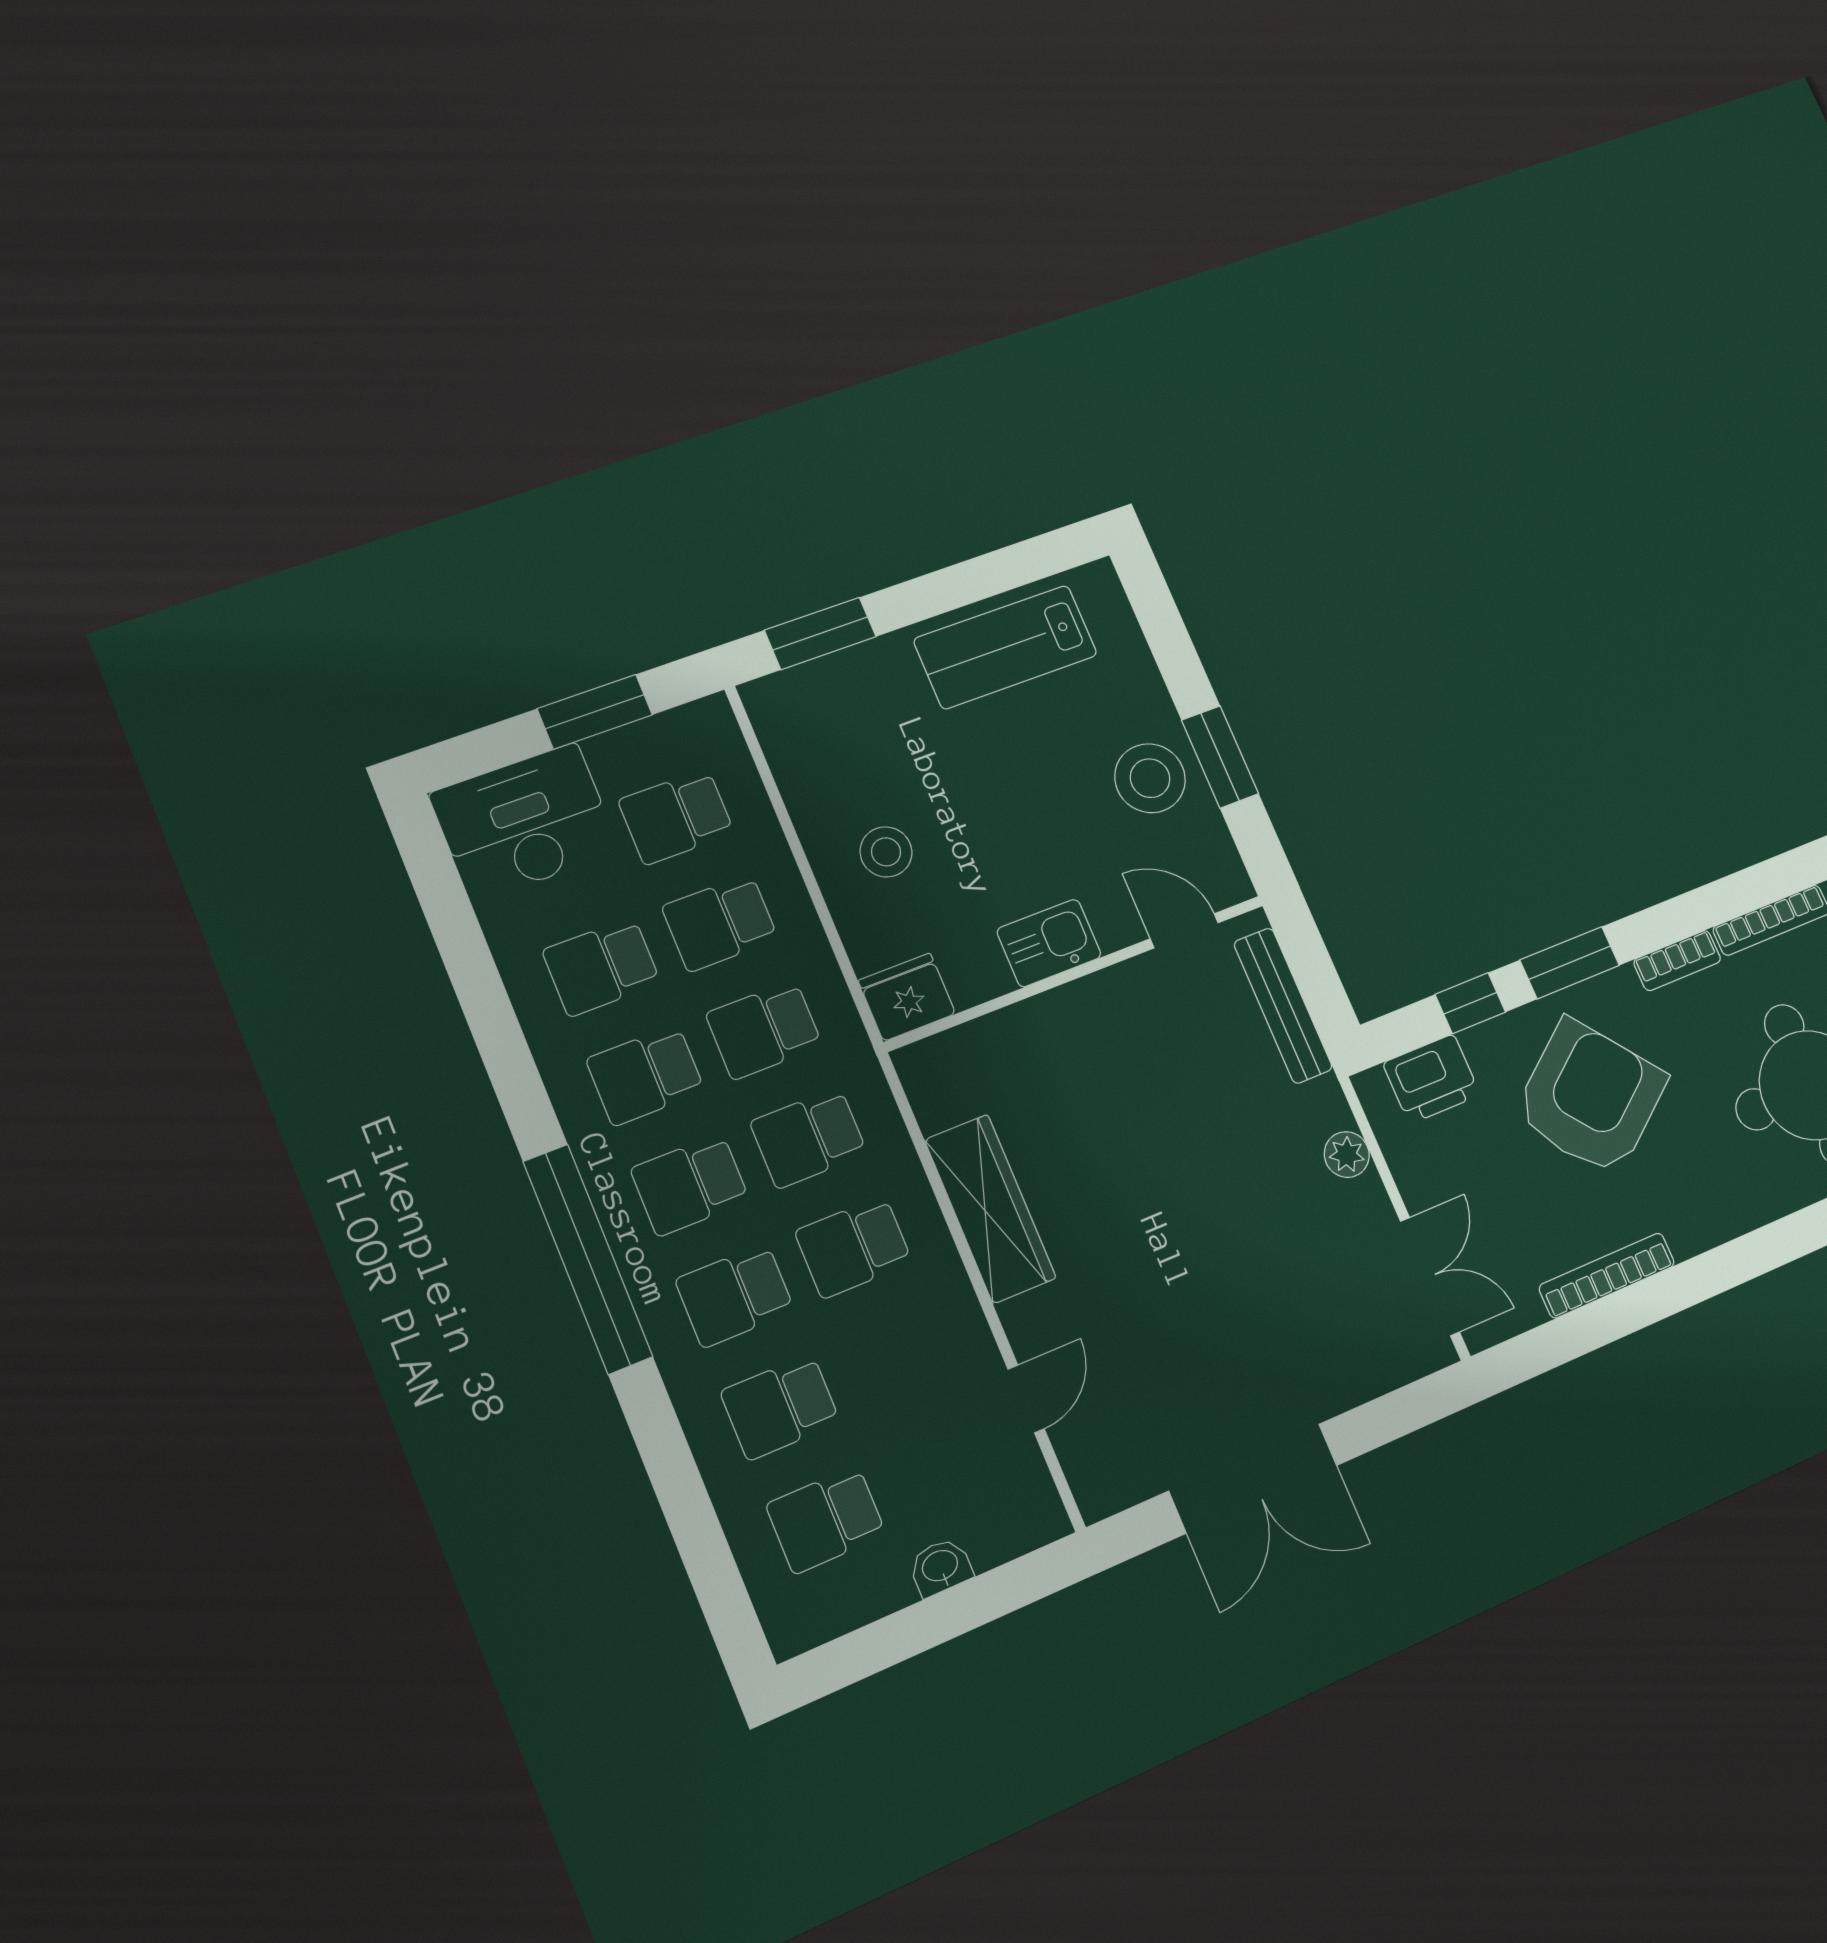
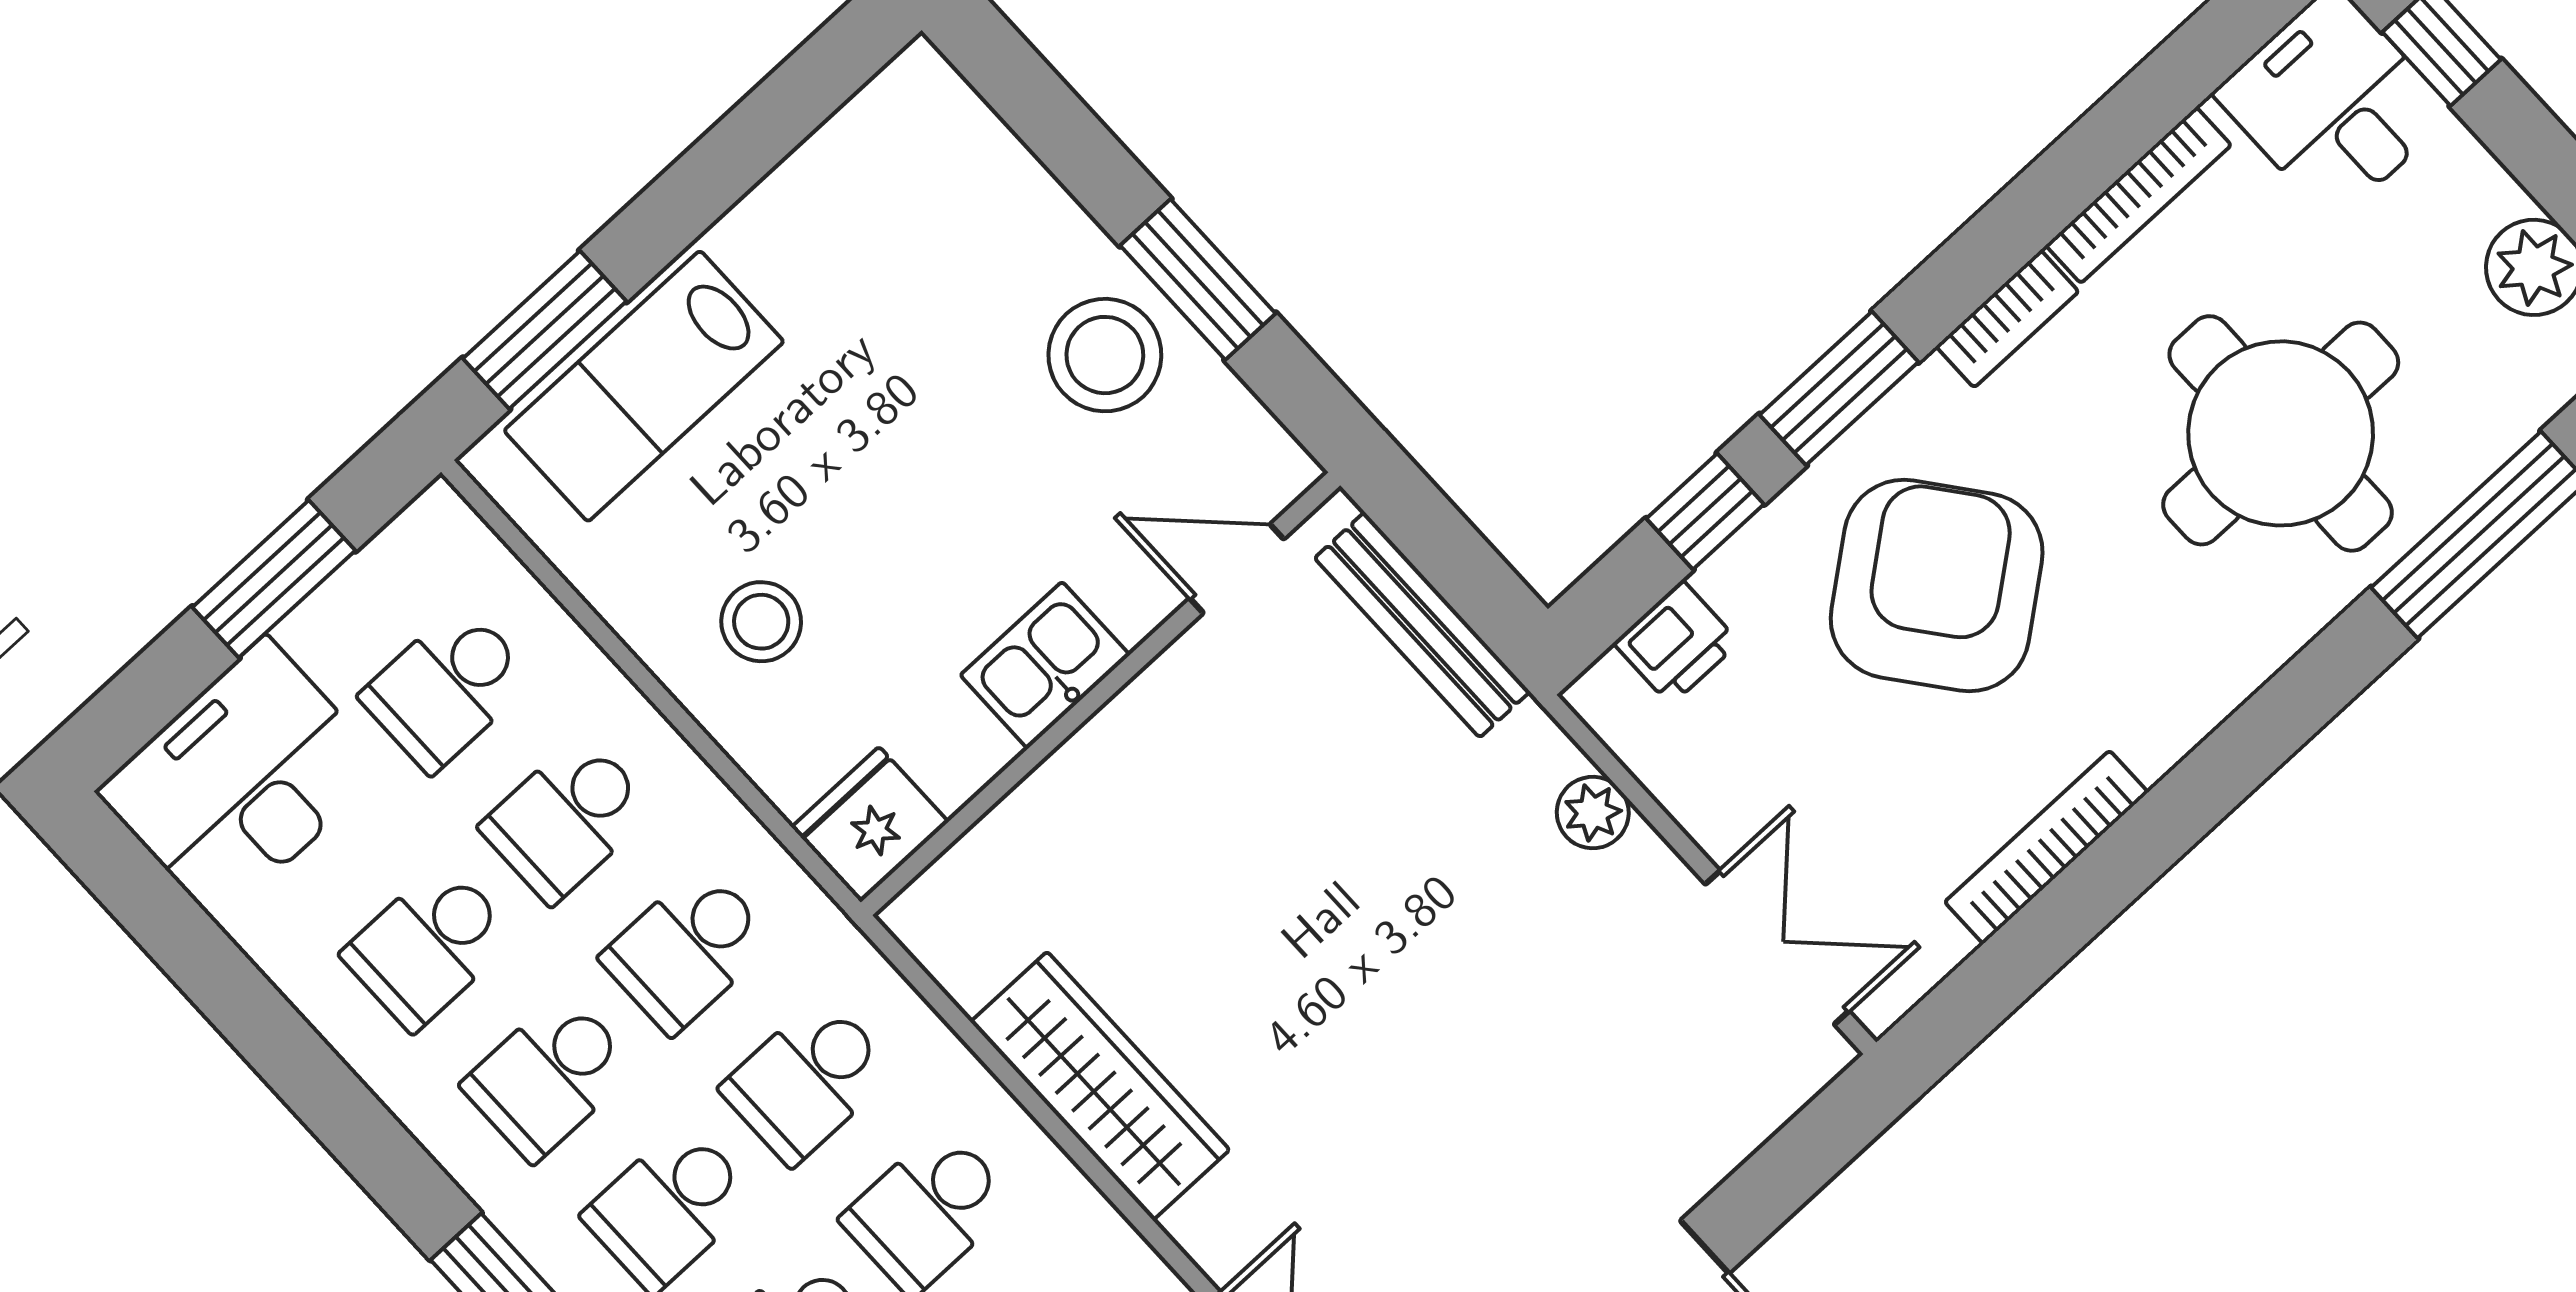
lab bench: (1006, 647) -> (644, 386), moved
printer: (1432, 1079) -> (1676, 643), width x0.73, depth x0.81

